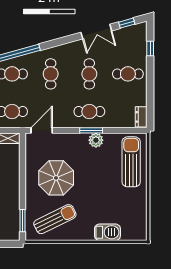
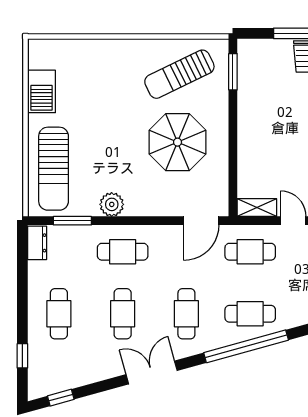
double door: (96, 32) -> (152, 372), moved
cafe table: (128, 74) -> (59, 314), turned 90
window: (91, 130) -> (72, 221), moved
barbecue: (107, 232) -> (42, 91), moved, turned -90

